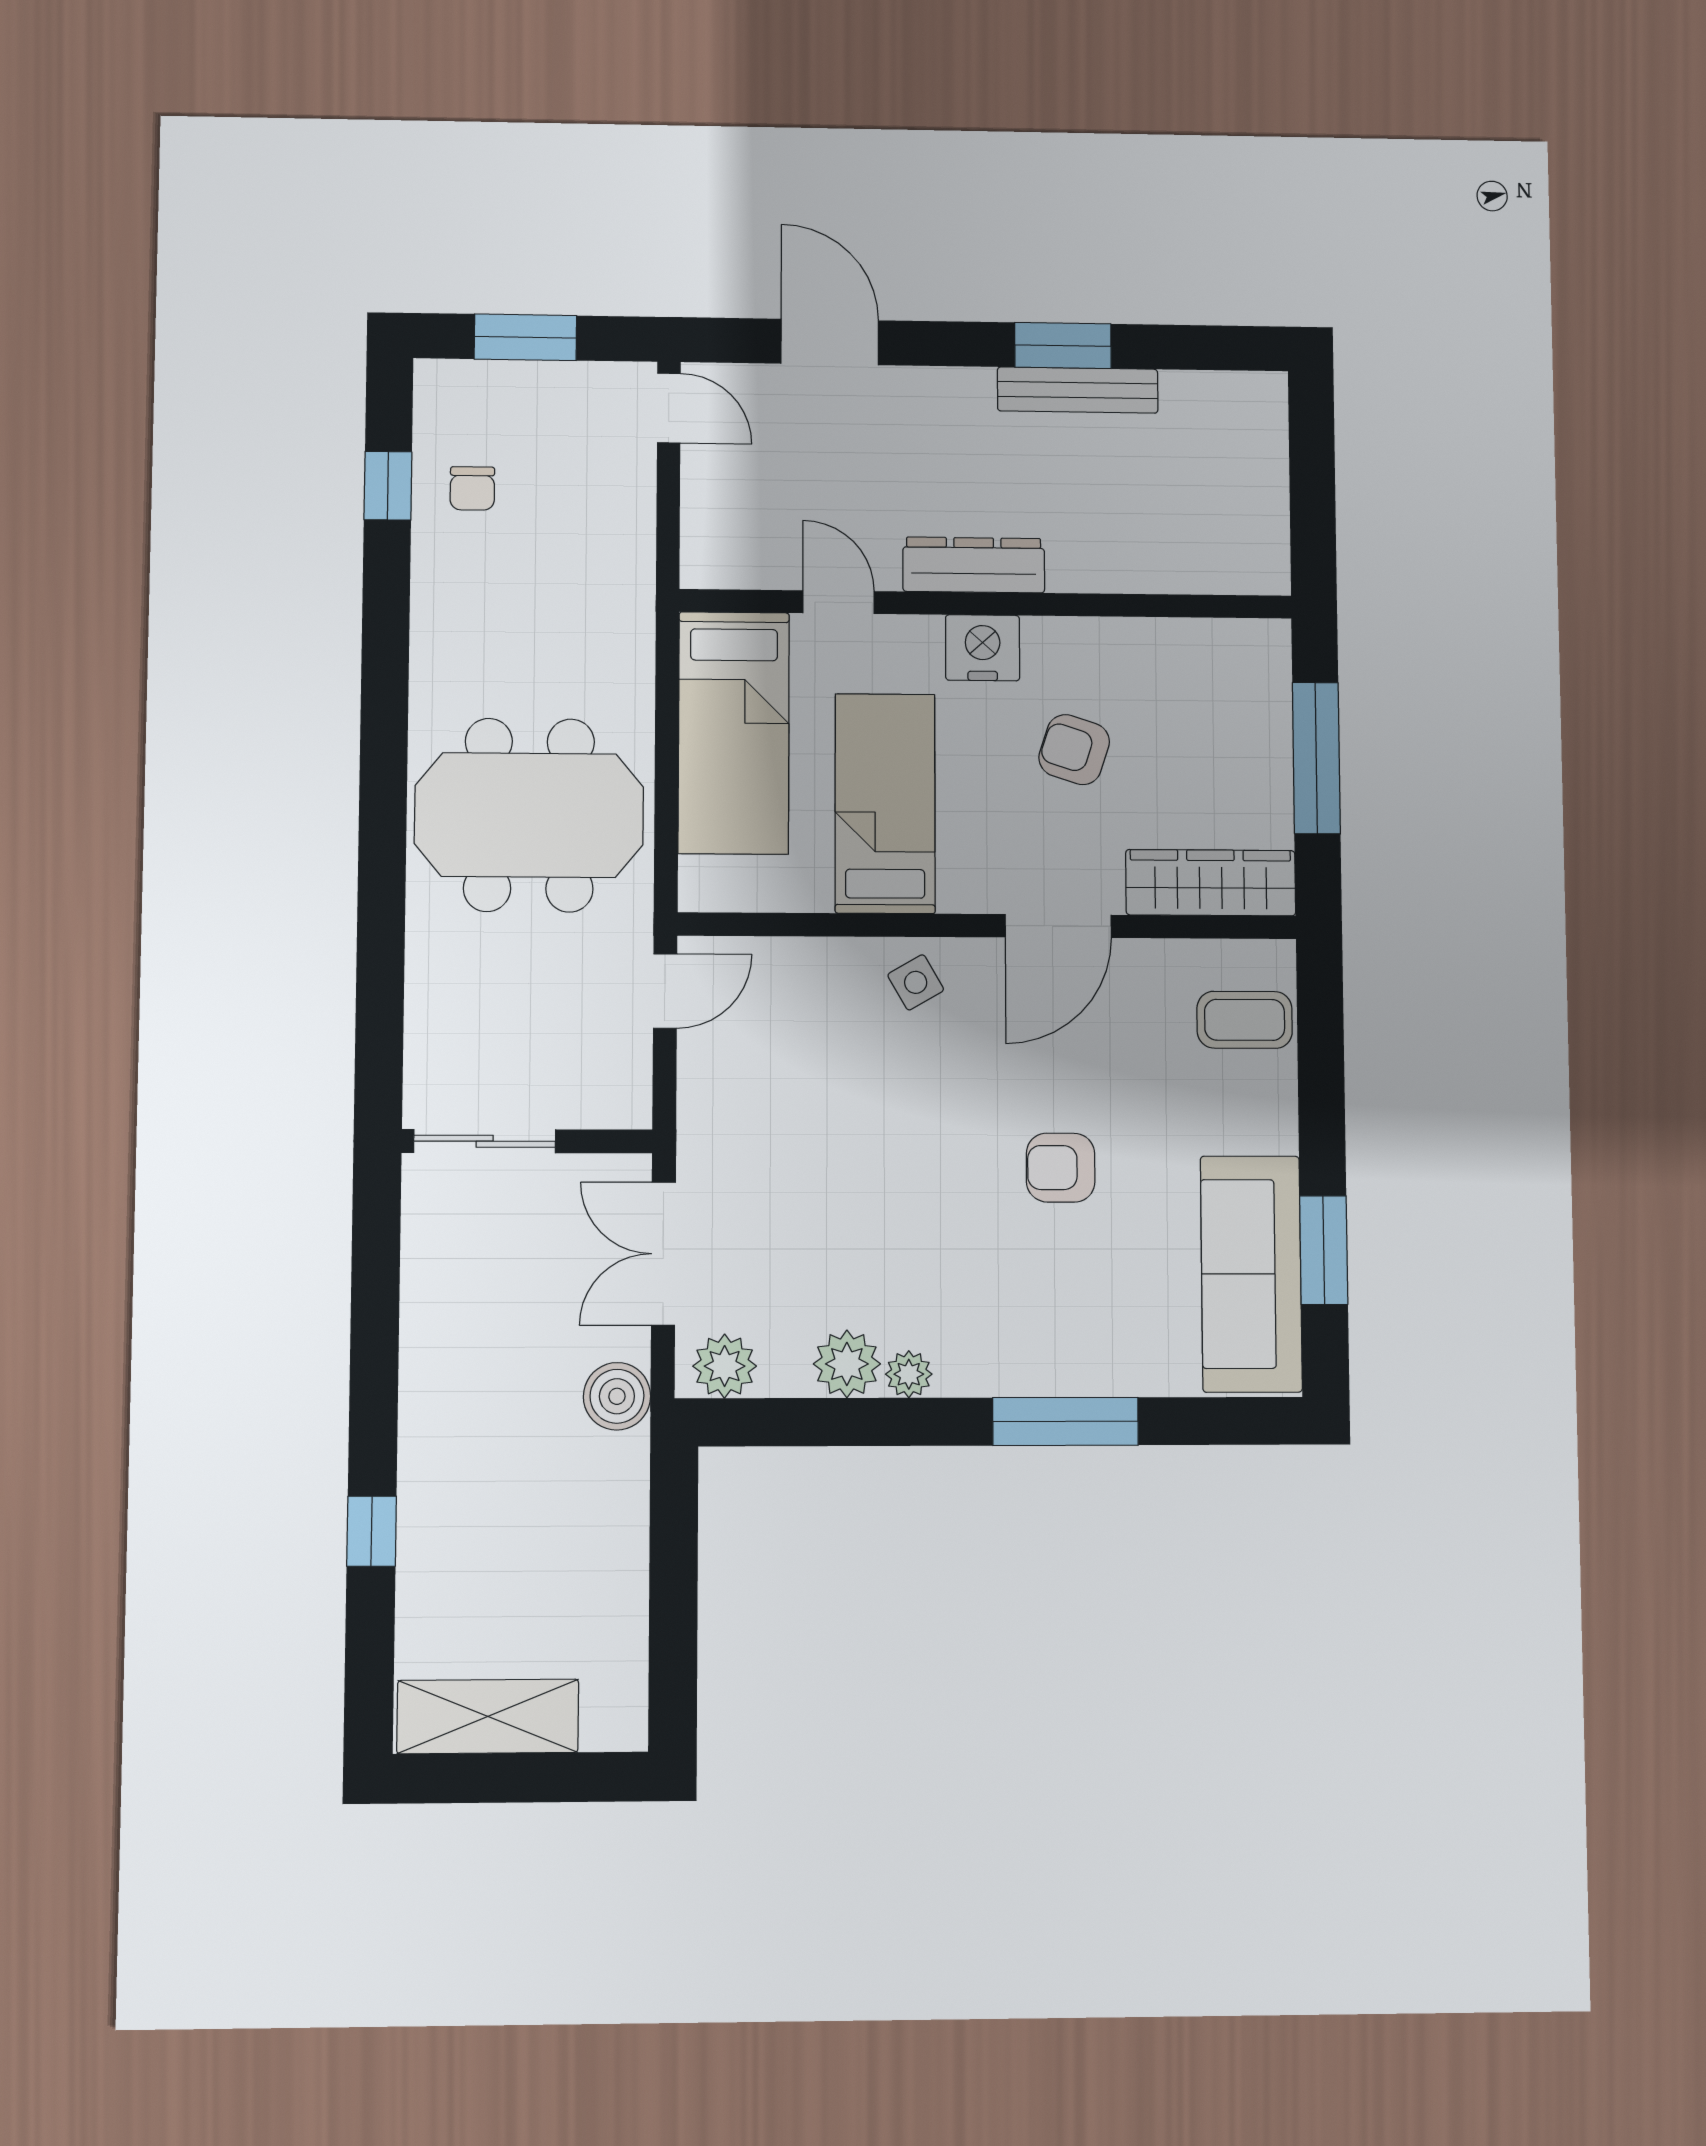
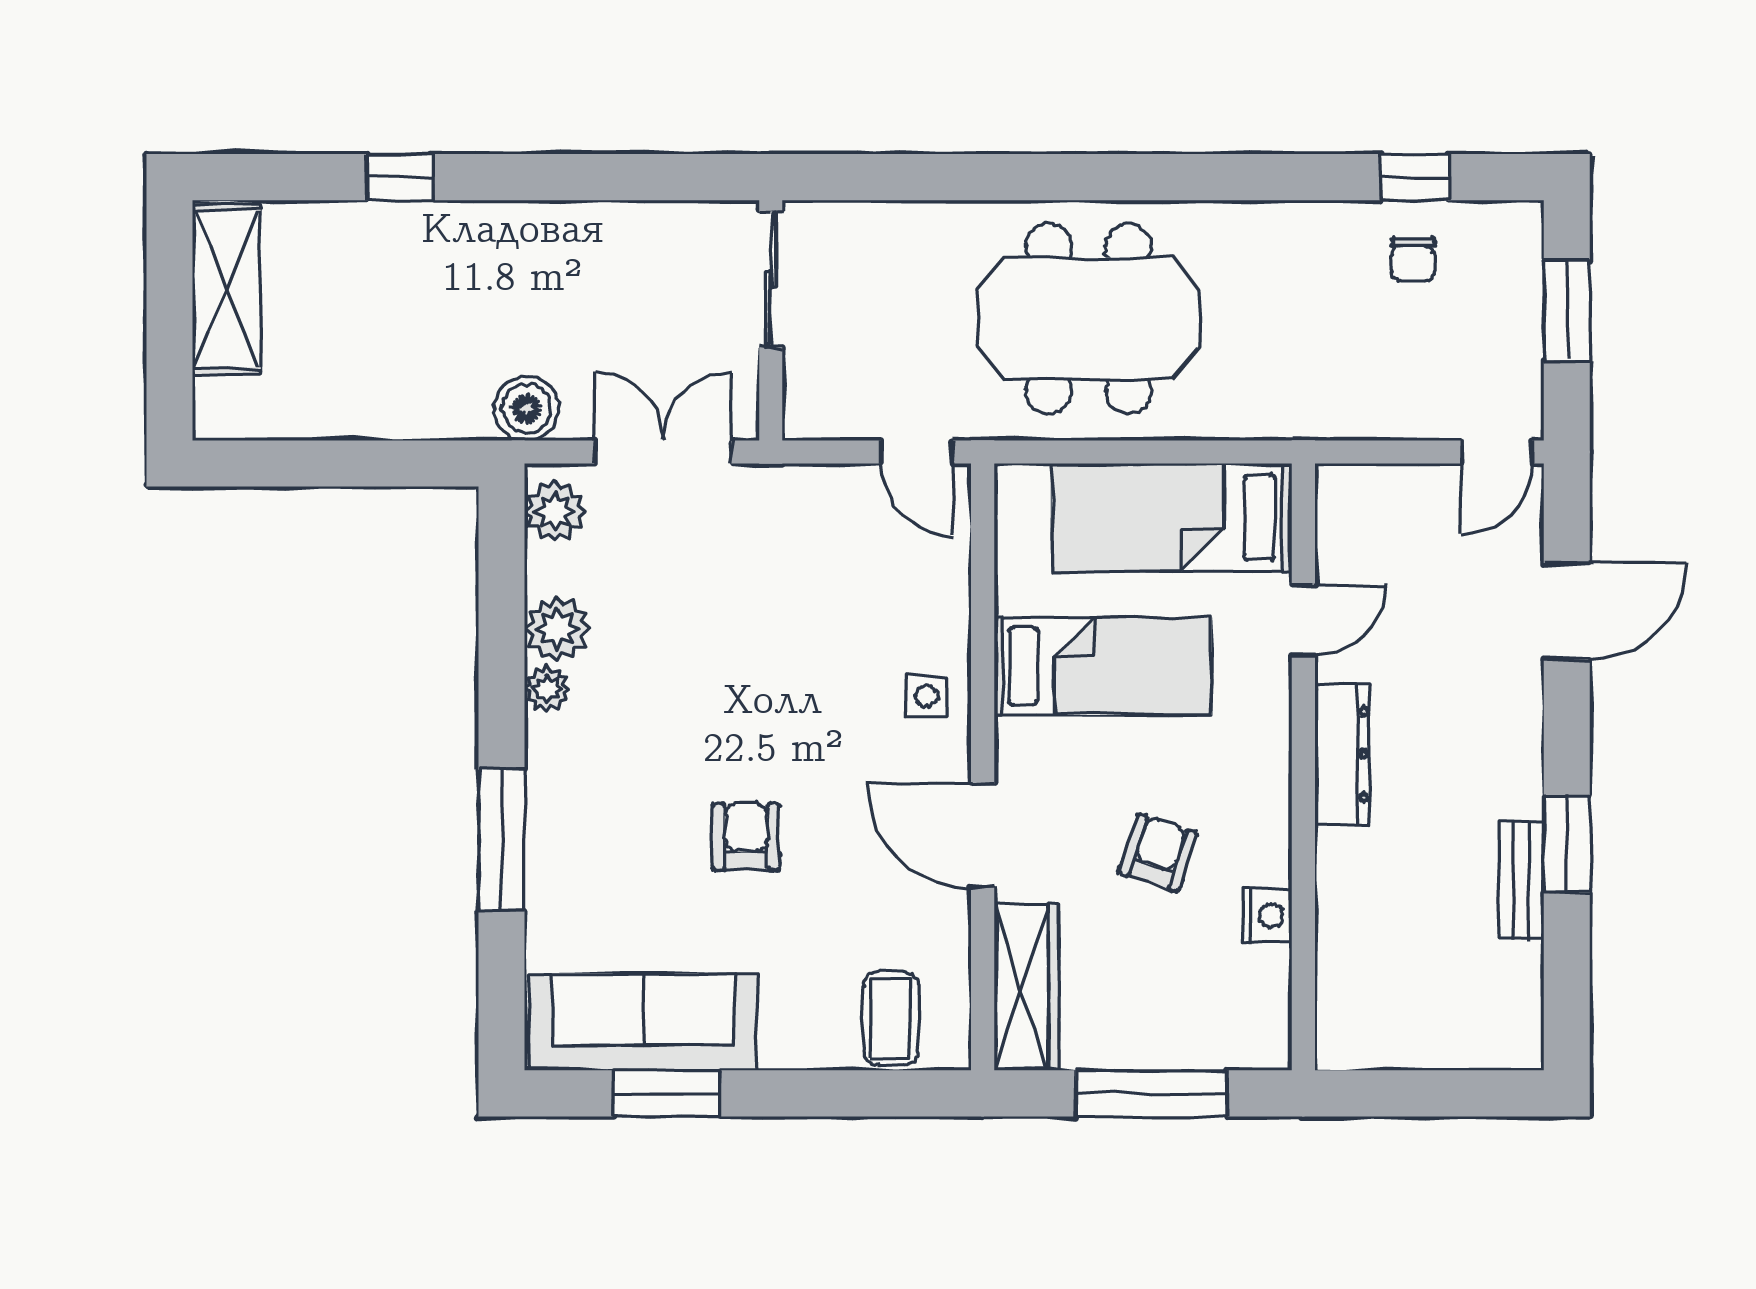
bench: (1078, 390) -> (1521, 880), width x0.73
chair: (472, 488) -> (1413, 260), turned -90
nightstand: (983, 648) -> (1267, 916), moved, width x0.74, depth x0.75
meeting table: (529, 815) -> (1089, 319), turned 90
side table: (916, 982) -> (926, 696), turned 30

